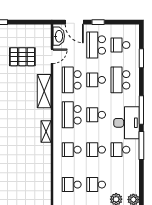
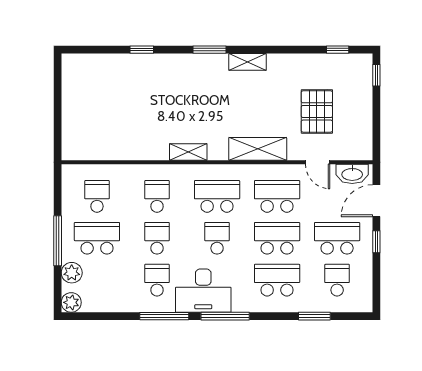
school desk: (96, 80) -> (277, 238), width x1.85
school desk: (96, 185) -> (97, 238), width x1.85

